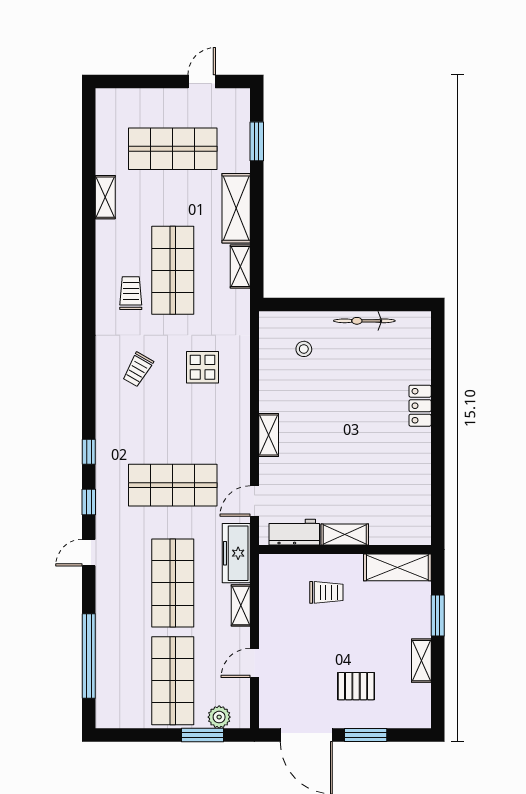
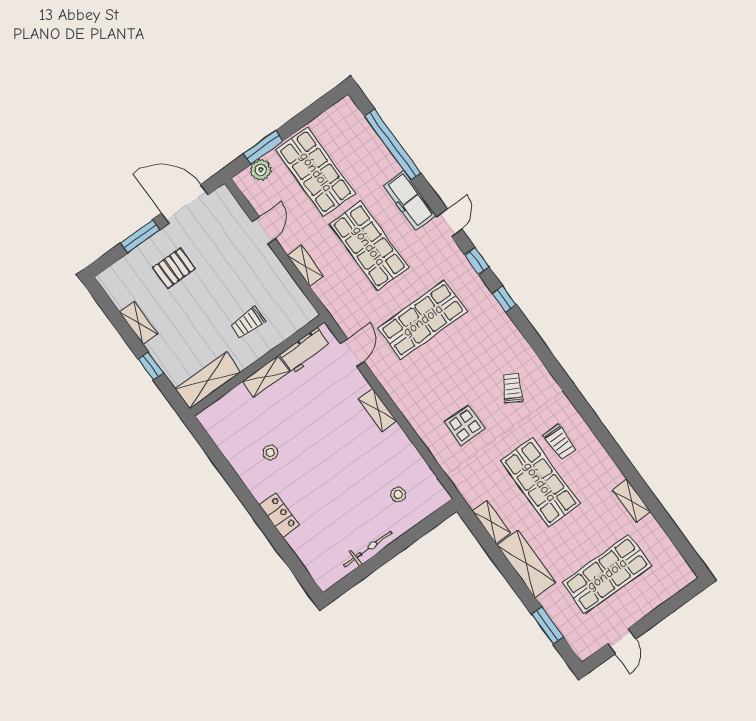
stool: (388, 466) -> (270, 452), added
freezer: (236, 553) -> (409, 200), moved, turned 180
window: (438, 616) -> (151, 366), width x0.67

